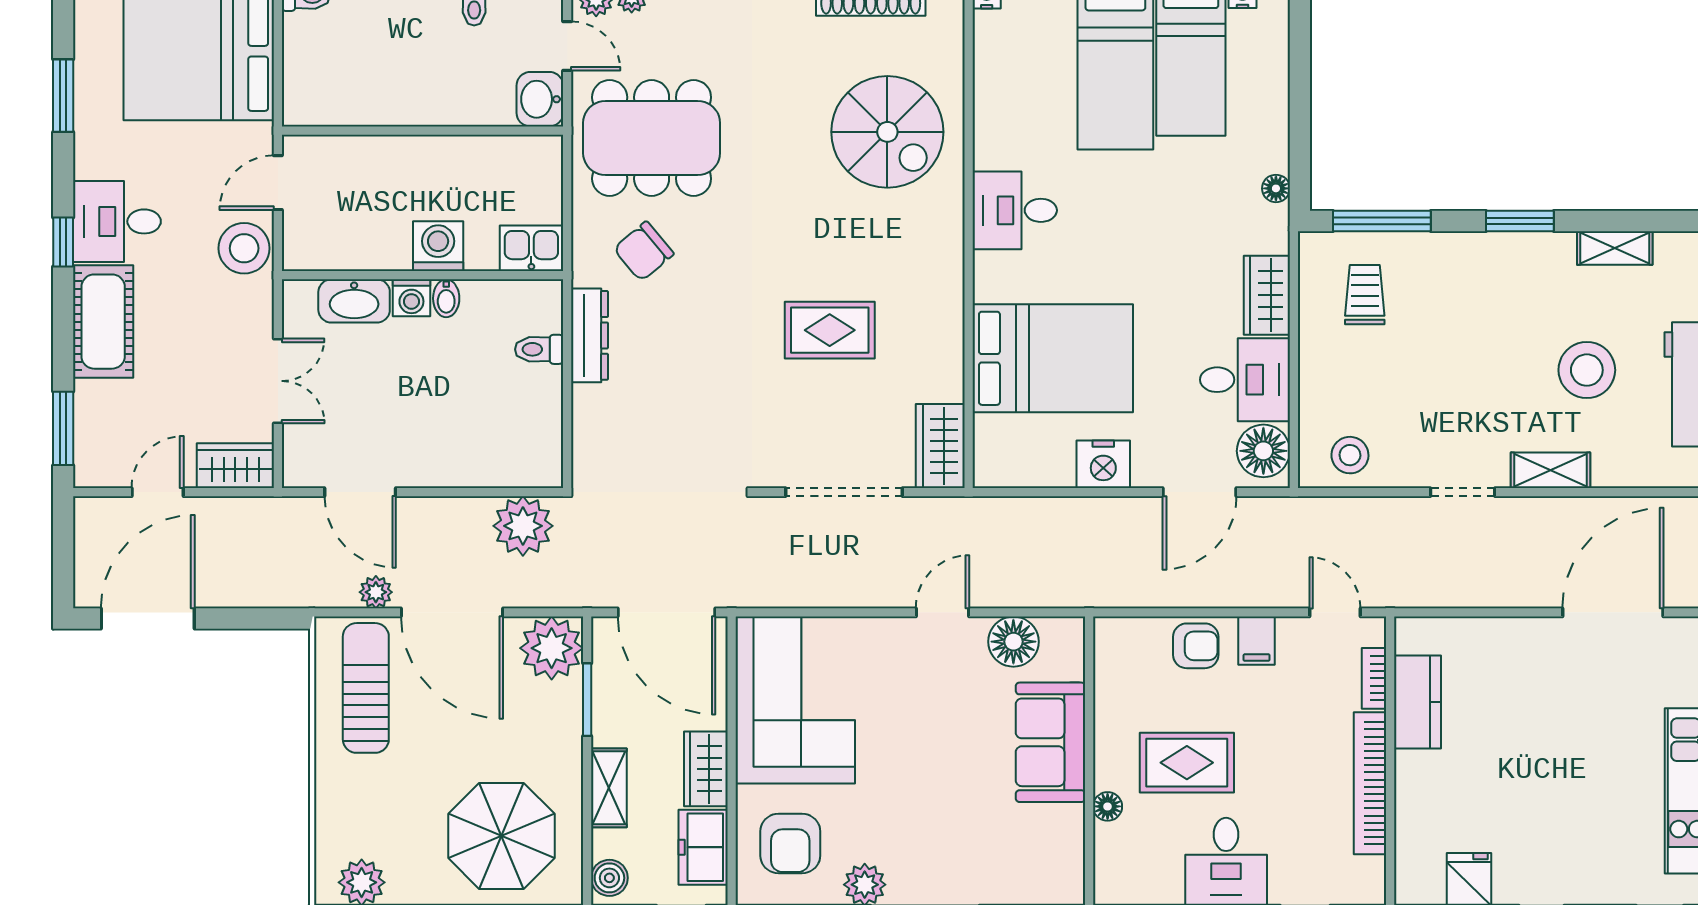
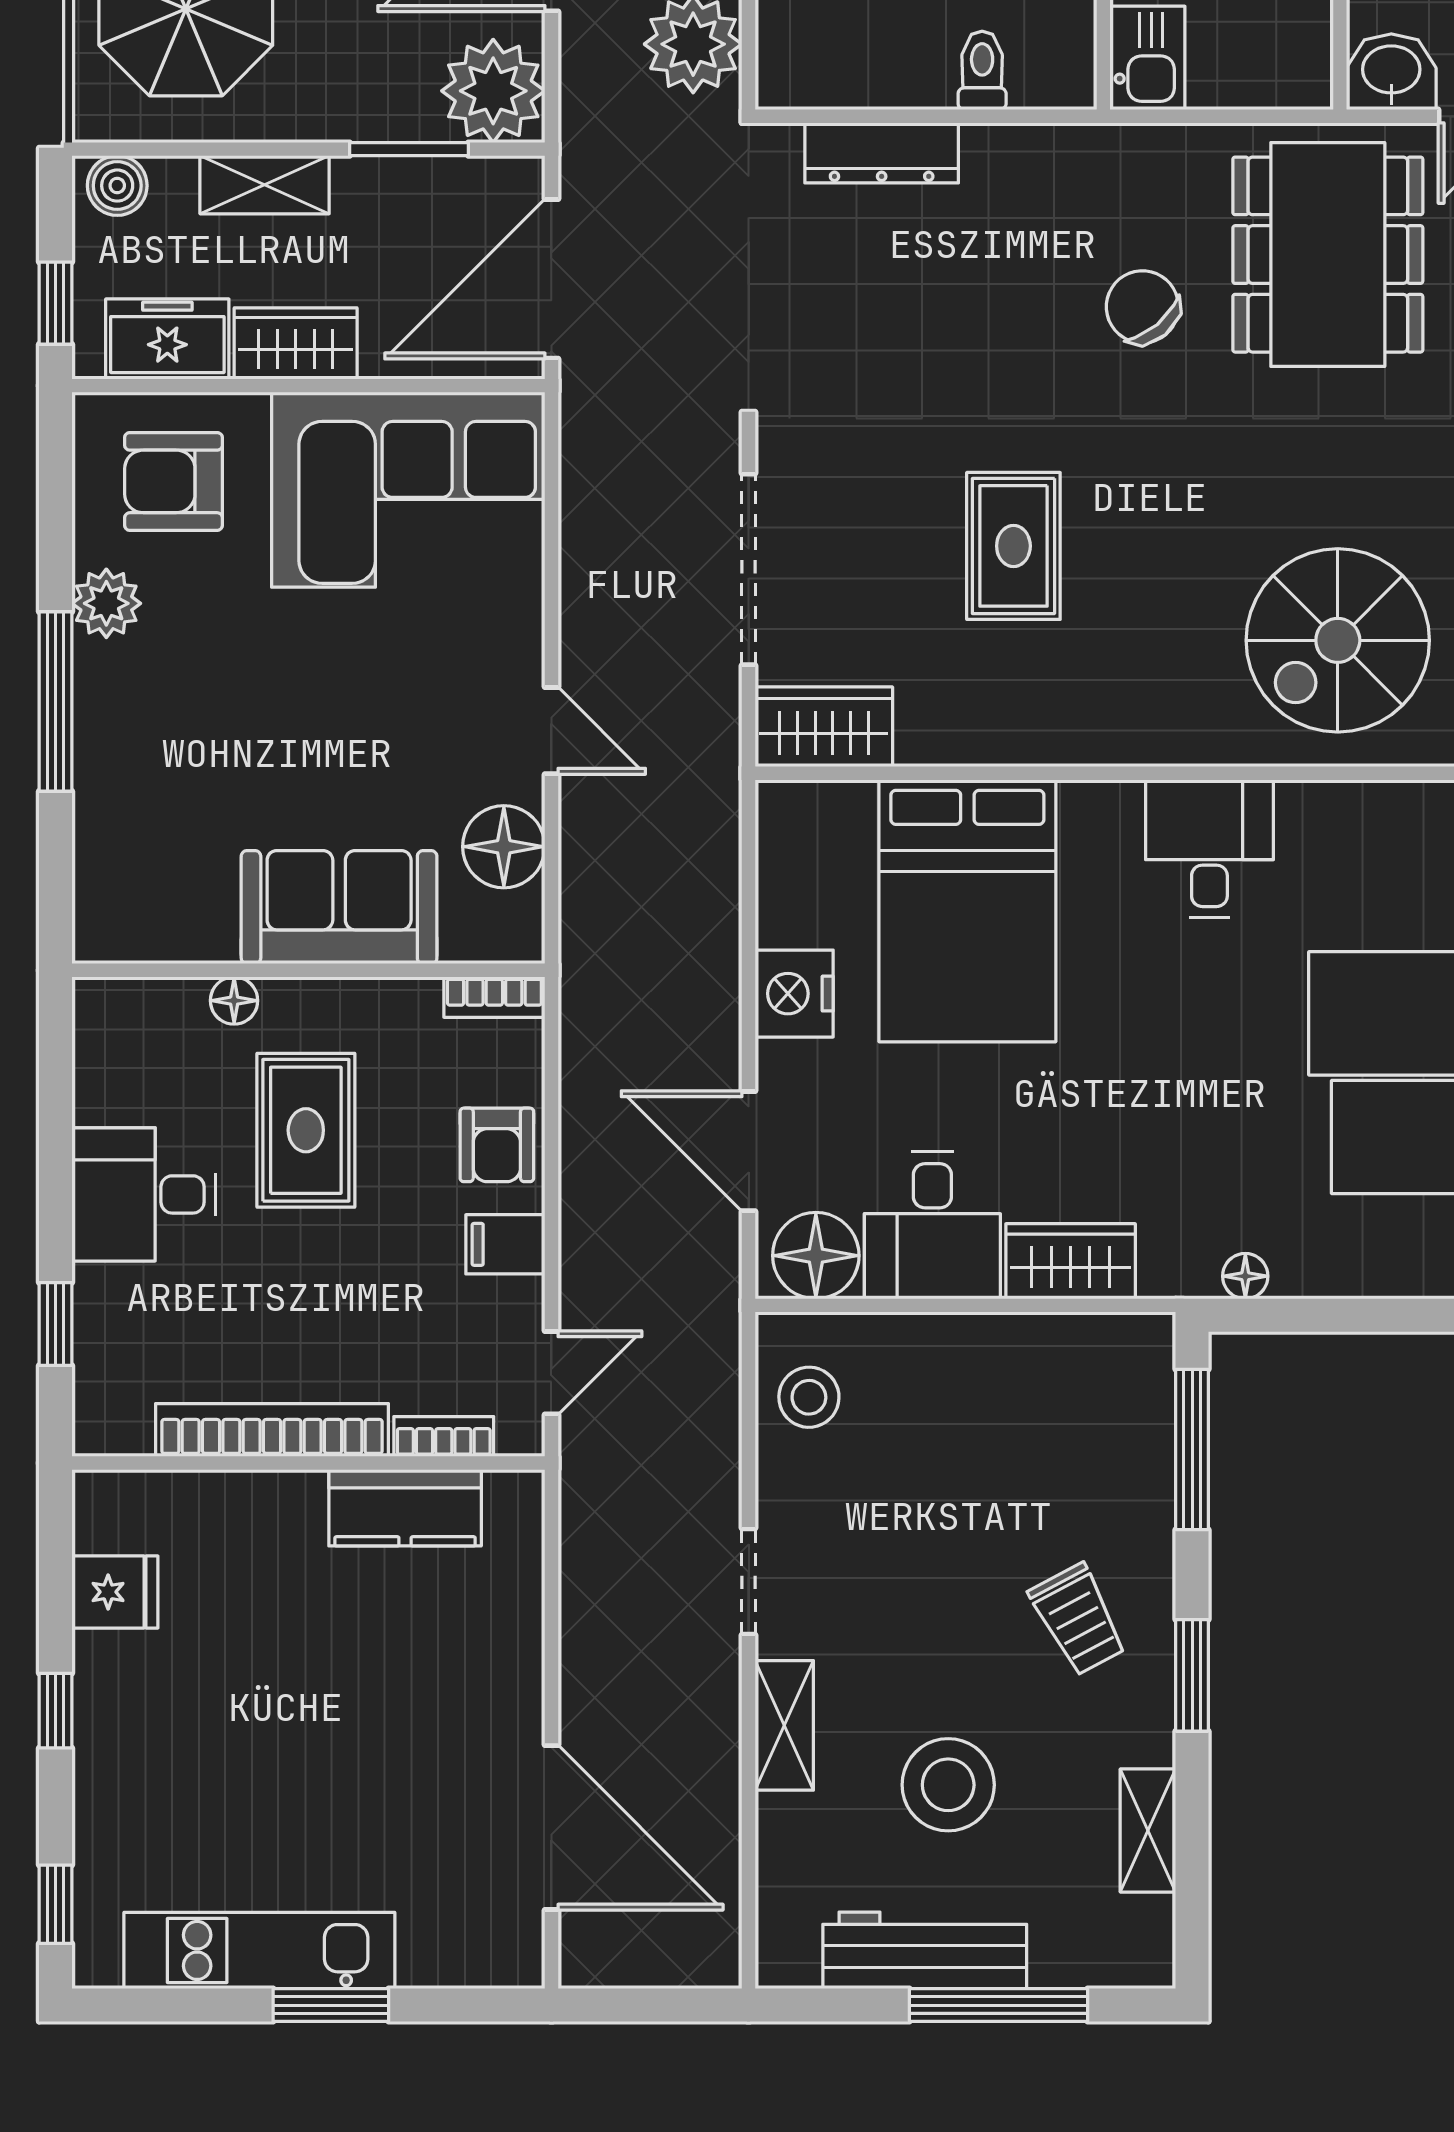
chair: (644, 251) -> (1142, 307), moved
trolley: (1365, 295) -> (1078, 1619), moved, turned 62
dresser: (589, 335) -> (882, 153), moved
bookcase: (1105, 647) -> (494, 997), added

